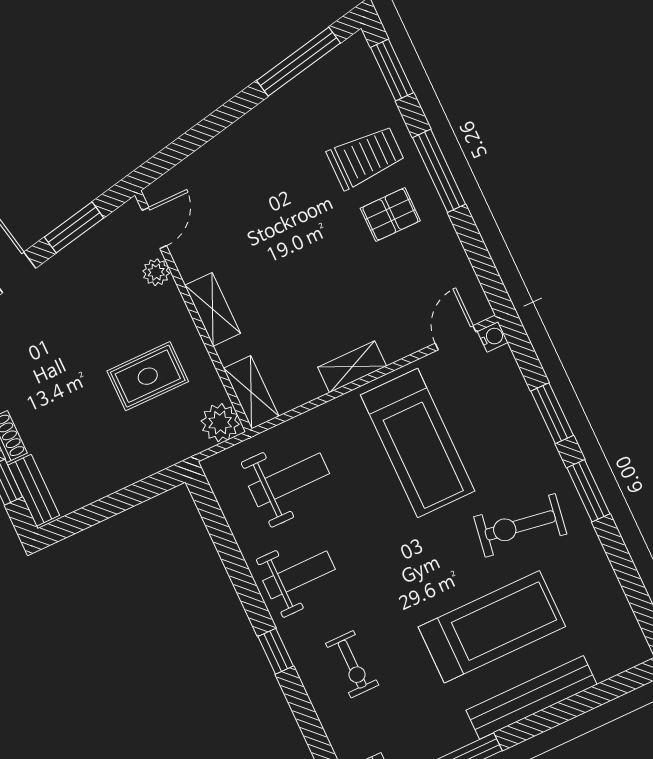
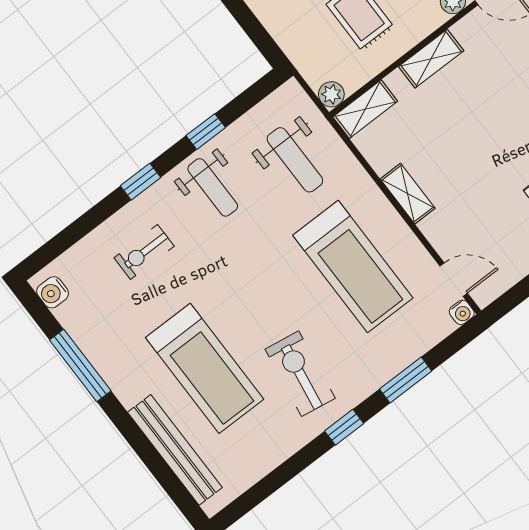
plant: (220, 423) -> (331, 94), width x0.73, depth x0.73
treadmill: (418, 443) -> (353, 267), turned -90
window: (588, 491) -> (344, 427), width x0.67
window: (237, 569) -> (206, 132), added
bench: (531, 697) -> (175, 450), moved

